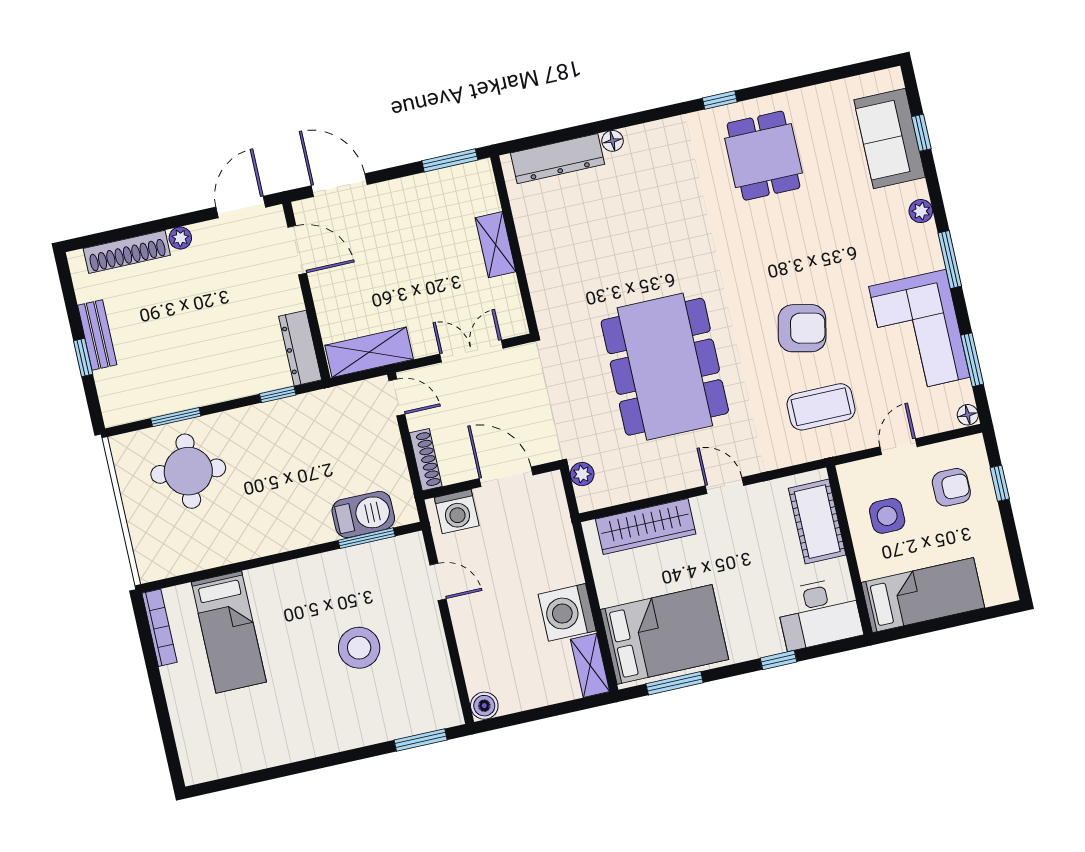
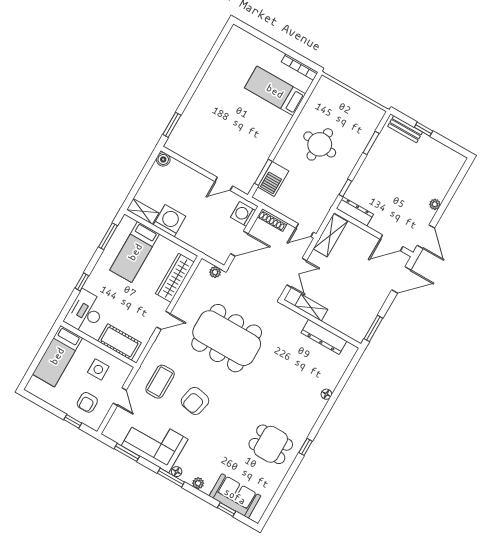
dresser: (557, 159) -> (324, 337), moved, turned -90
shelving: (495, 245) -> (311, 308), moved
shoe rack: (127, 252) -> (448, 180), removed
bench: (97, 335) -> (405, 129), moved
floor lamp: (968, 415) -> (177, 472), moved
round table: (188, 471) -> (320, 144), moved
bed: (664, 634) -> (135, 252), width x0.67
stool: (359, 648) -> (226, 133), removed

